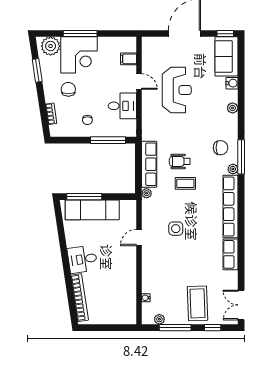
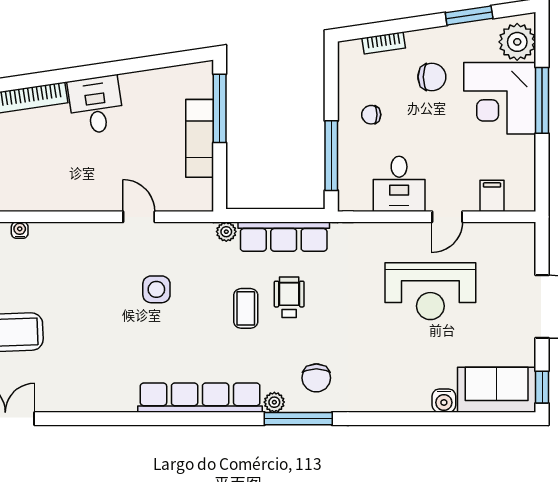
plant: (233, 108) -> (395, 402), removed
exam couch: (92, 210) -> (200, 138), width x0.73, depth x0.69
row of seats: (231, 254) -> (105, 398), removed

